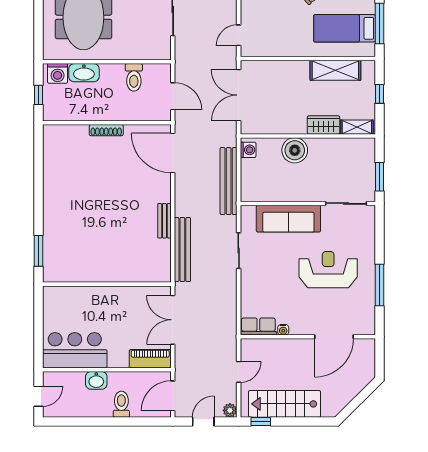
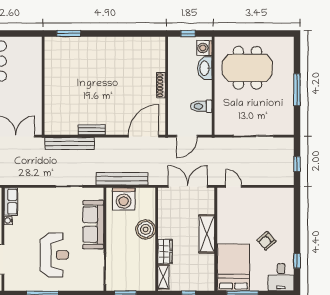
bed: (345, 28) -> (234, 267), width x1.50
shelving: (335, 70) -> (207, 234), moved
washing machine: (248, 150) -> (124, 199), moved, width x1.89, depth x1.89

